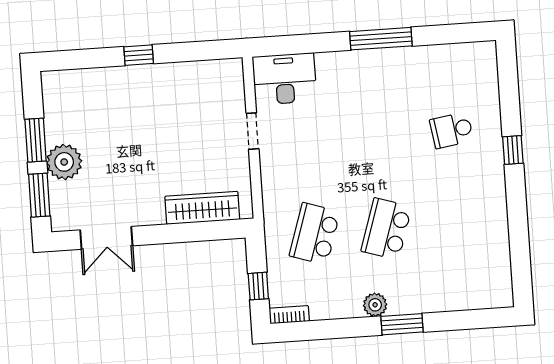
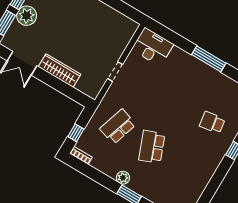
doorway: (252, 131) -> (115, 72), moved
wardrobe: (202, 208) -> (59, 71), moved
school desk: (386, 229) -> (152, 147), turned -39

